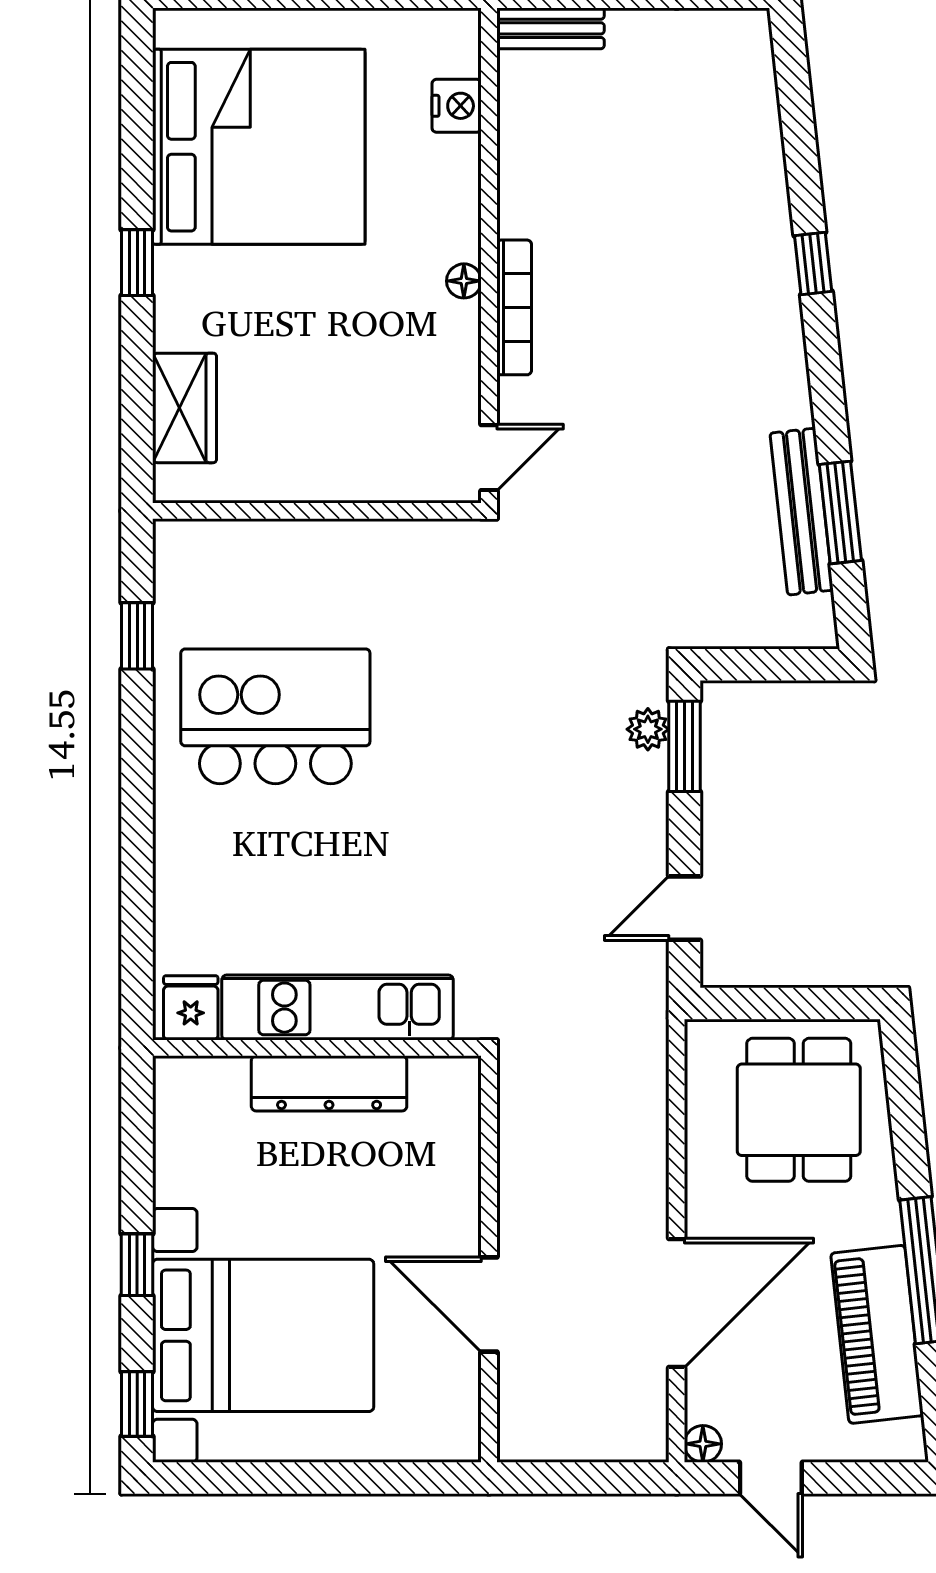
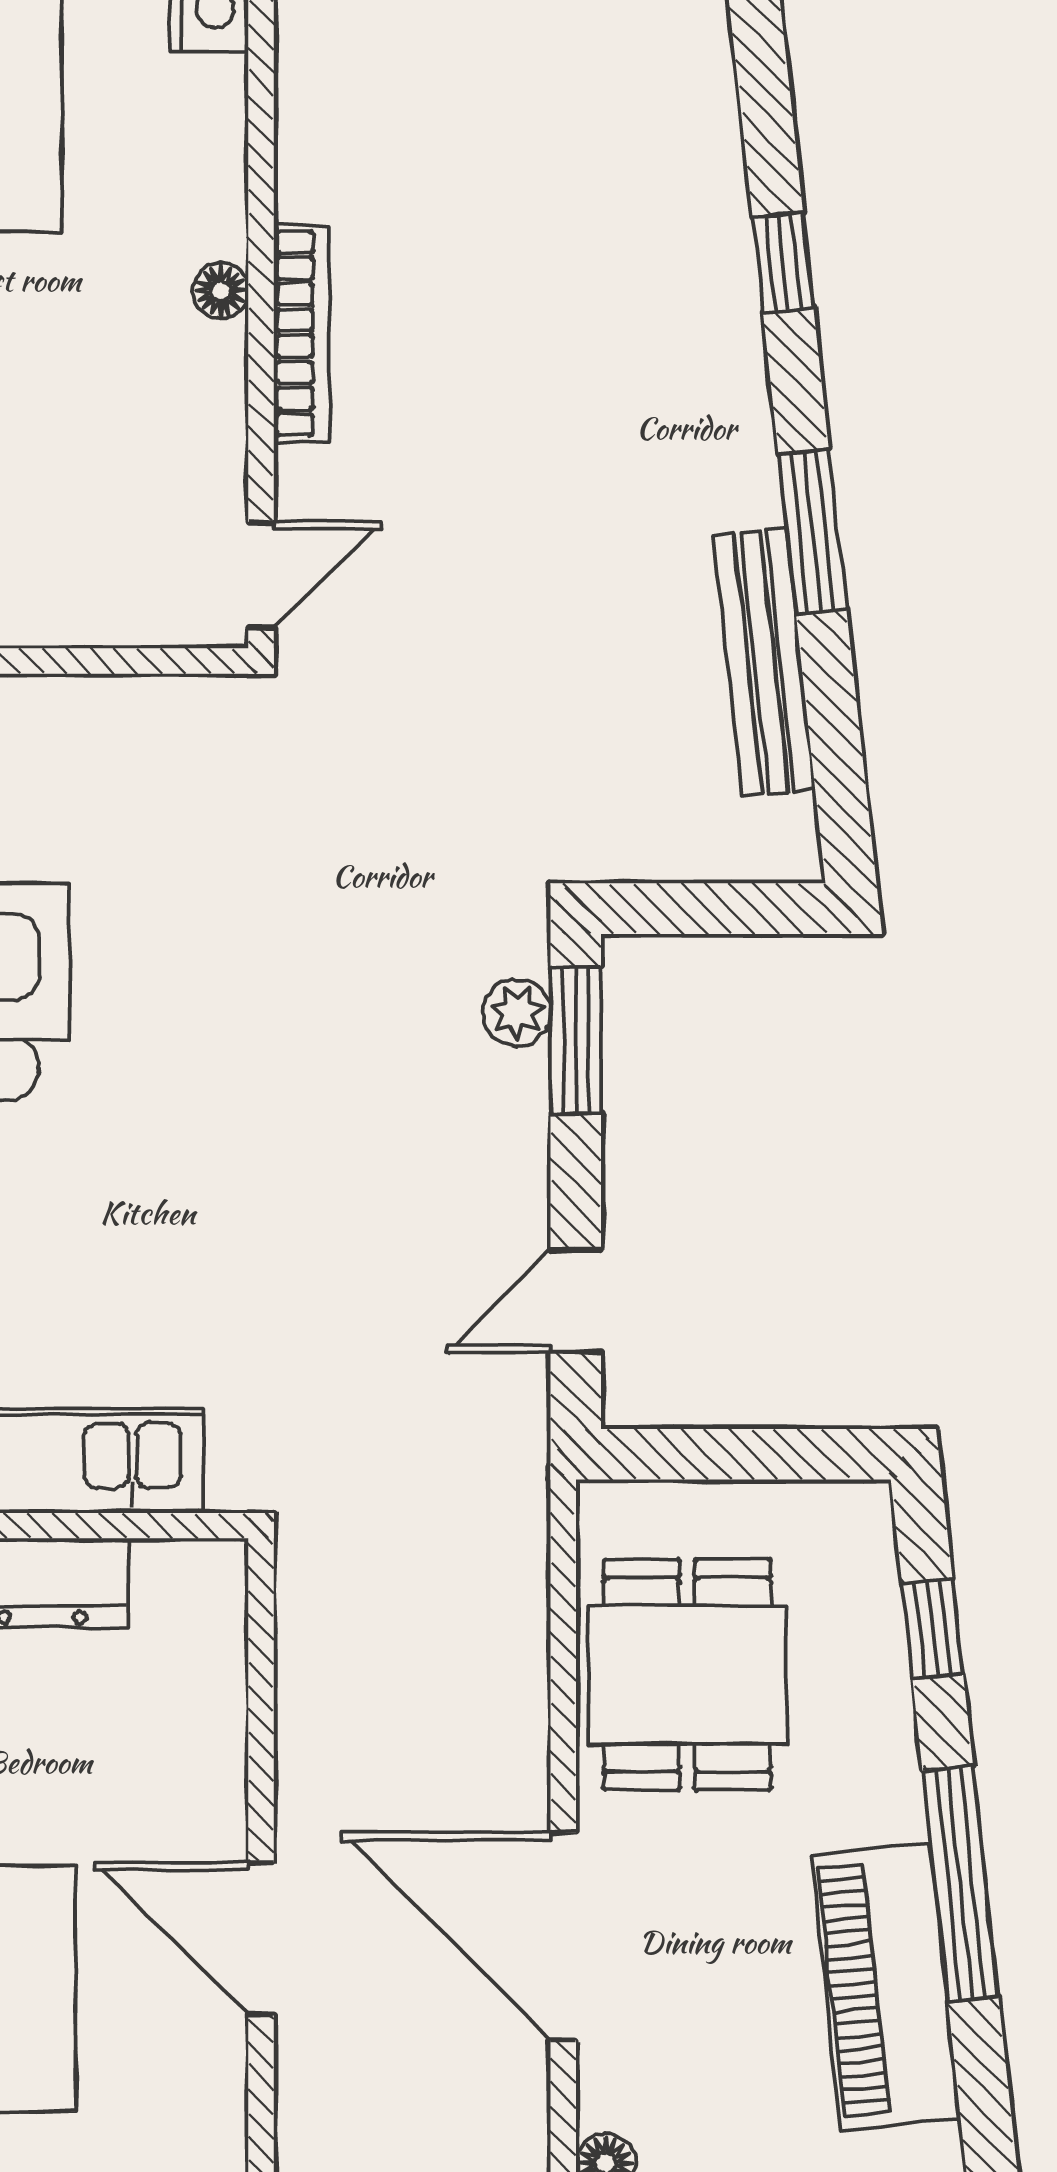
window: (840, 512) -> (812, 532), moved
dining table: (799, 1110) -> (687, 1675), moved
window: (906, 1112) -> (933, 1629), added
door: (677, 1303) -> (563, 1936), swing flipped

